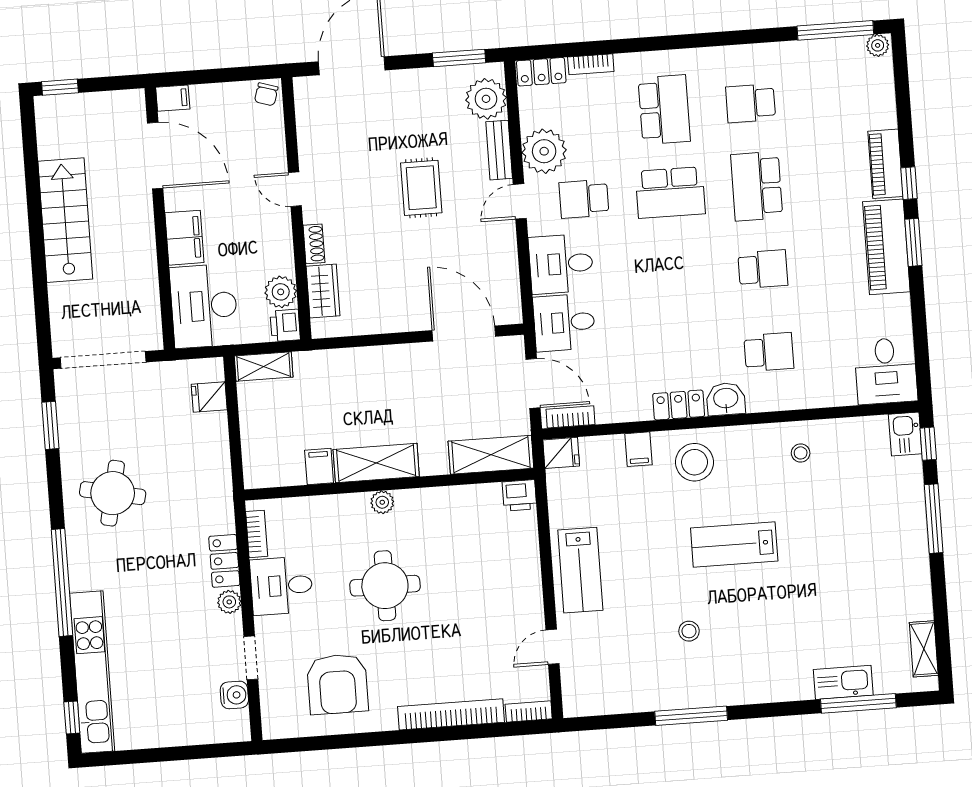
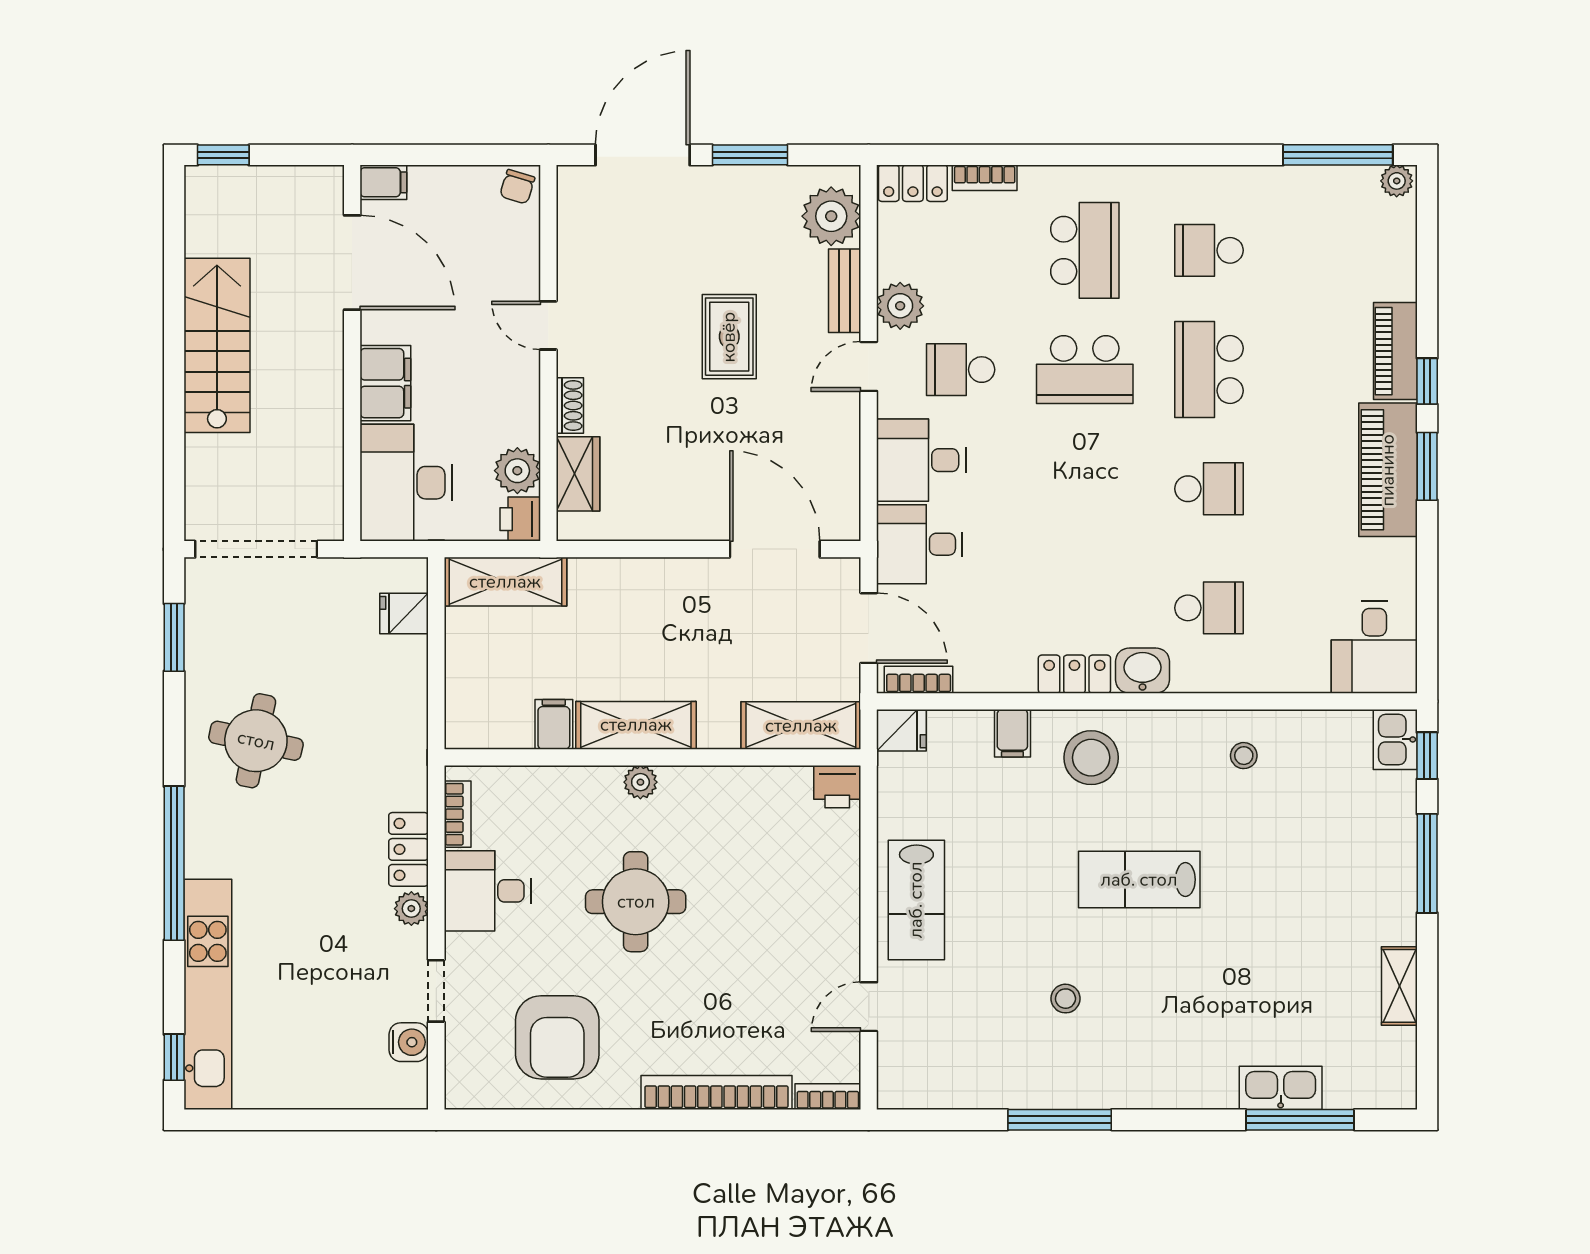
window: (459, 58) -> (750, 155), moved
plant: (544, 151) -> (900, 306), width x0.73, depth x0.73
shelving: (264, 367) -> (505, 582), width x1.50, depth x1.33
shelving: (924, 649) -> (1399, 986), moved

